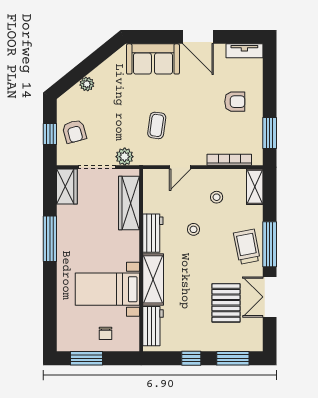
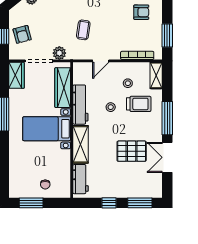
workbench: (153, 233) -> (80, 105), width x1.38
trolley: (247, 247) -> (139, 104), moved, turned 101
bed with nightstands: (107, 289) -> (47, 129), moved
pallet: (226, 303) -> (132, 151), moved, turned 90

